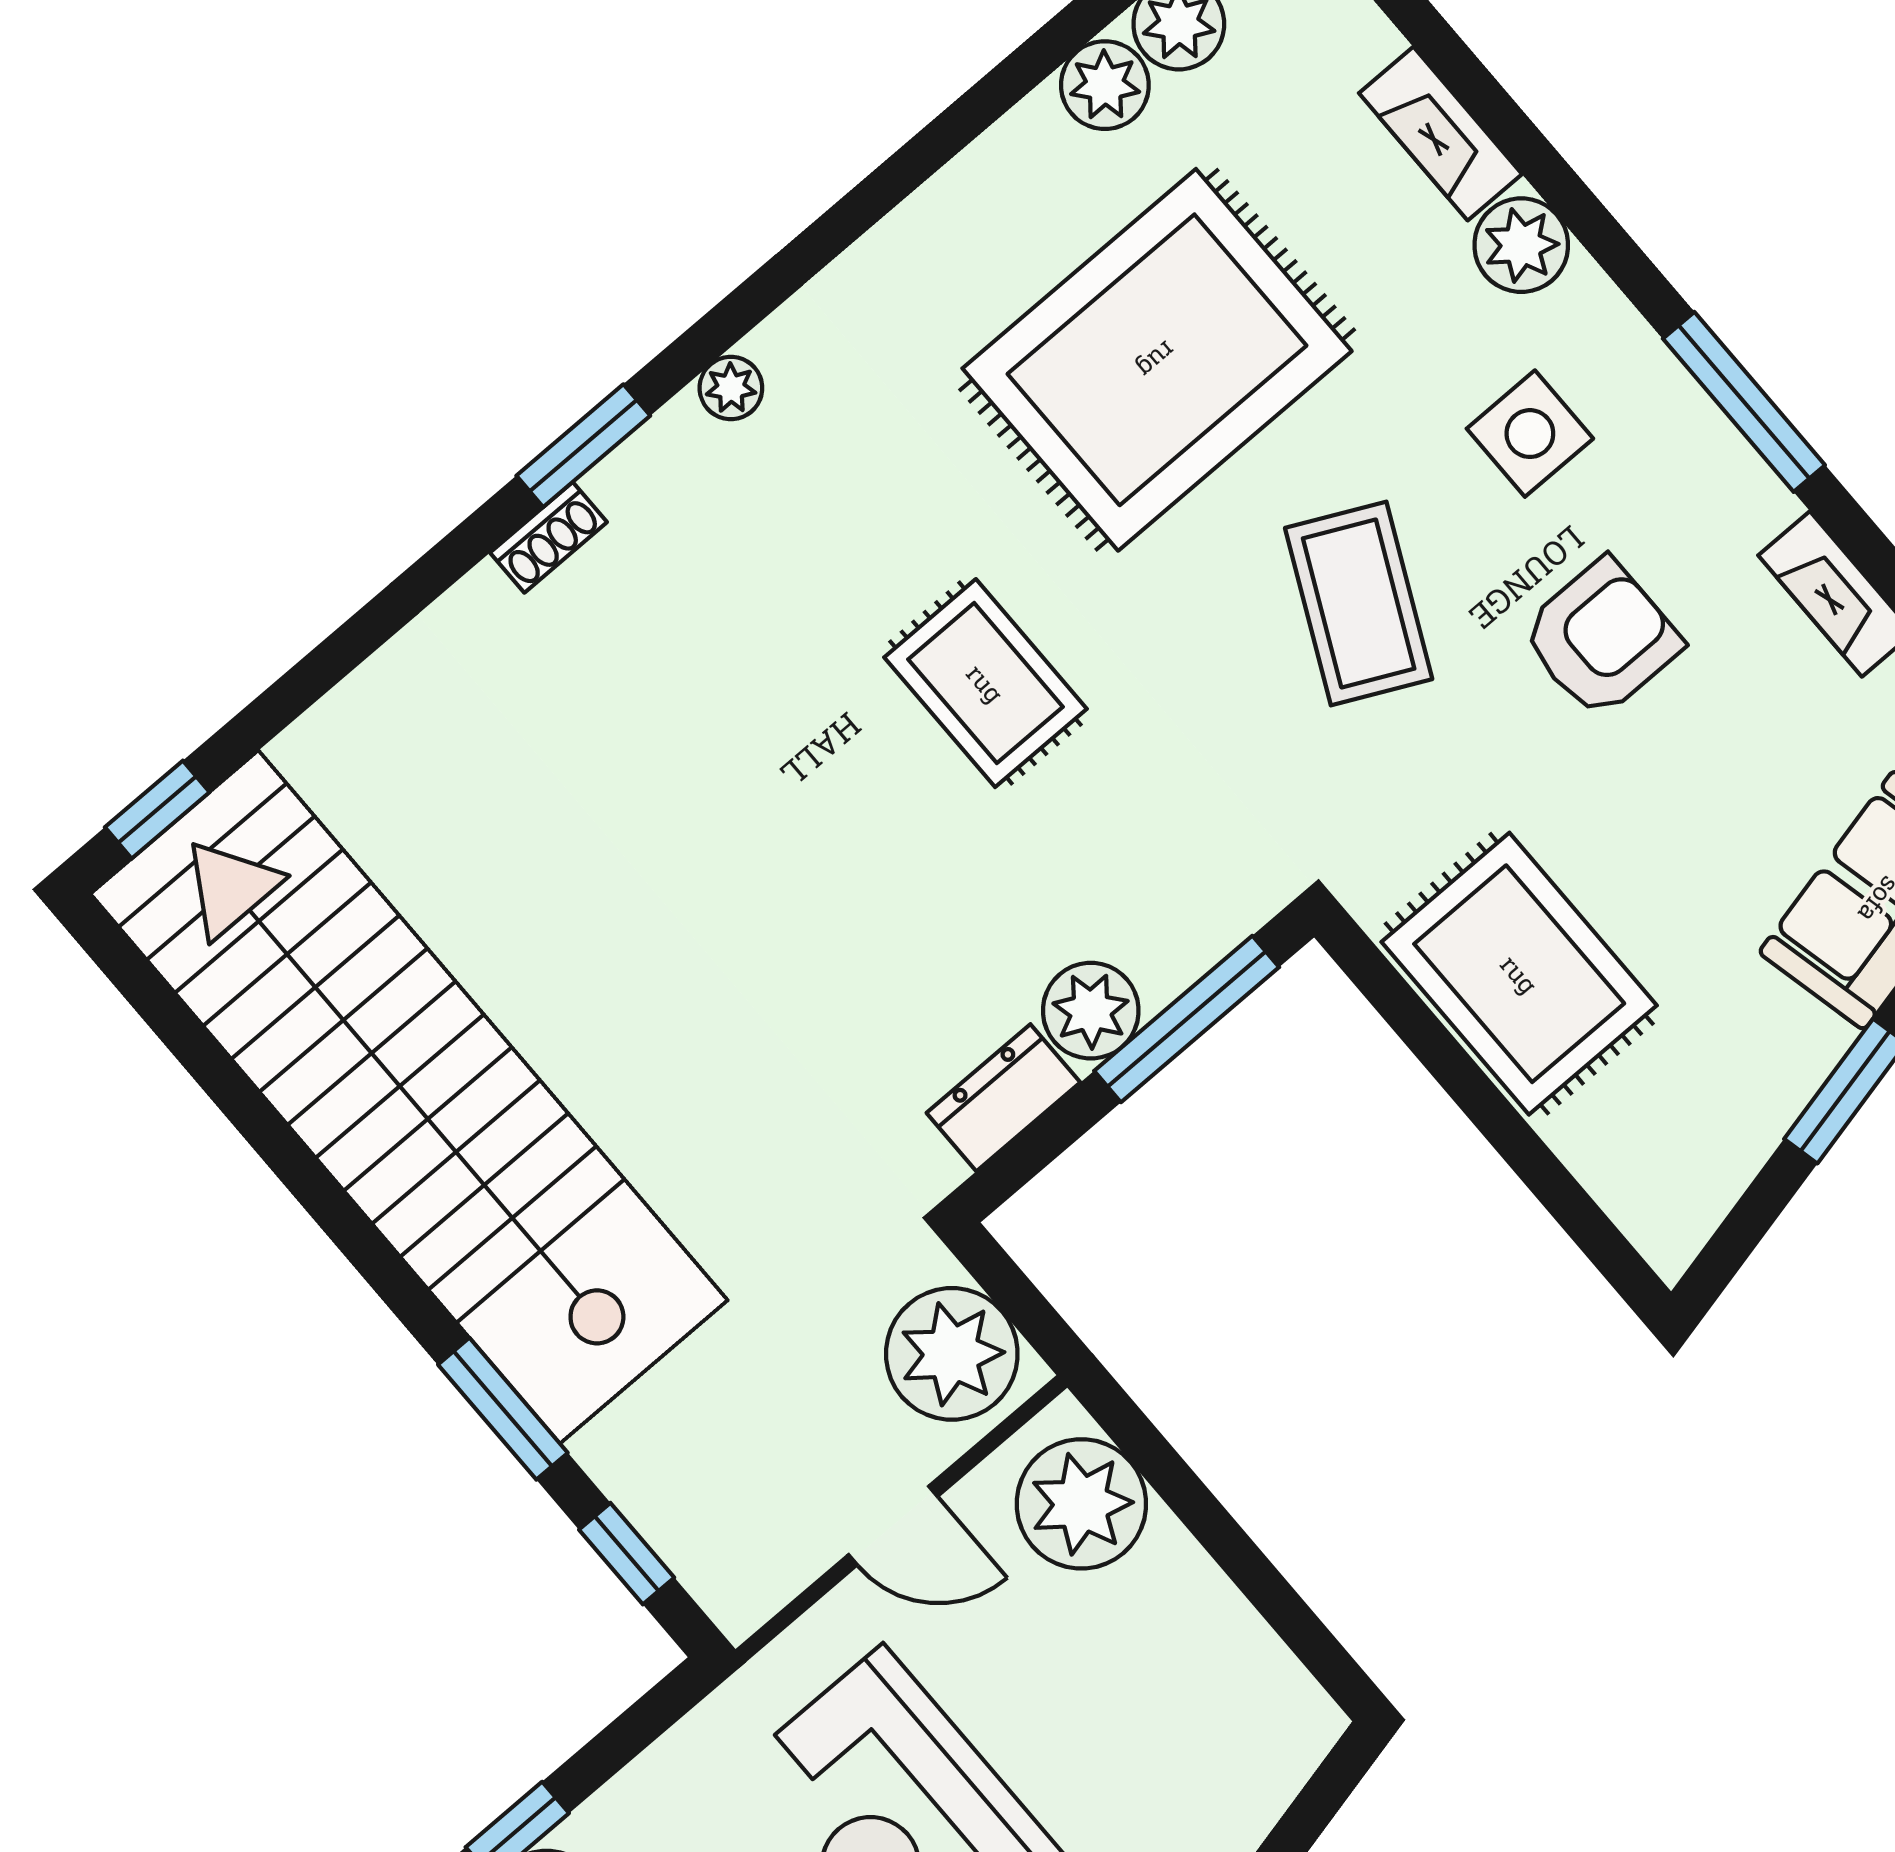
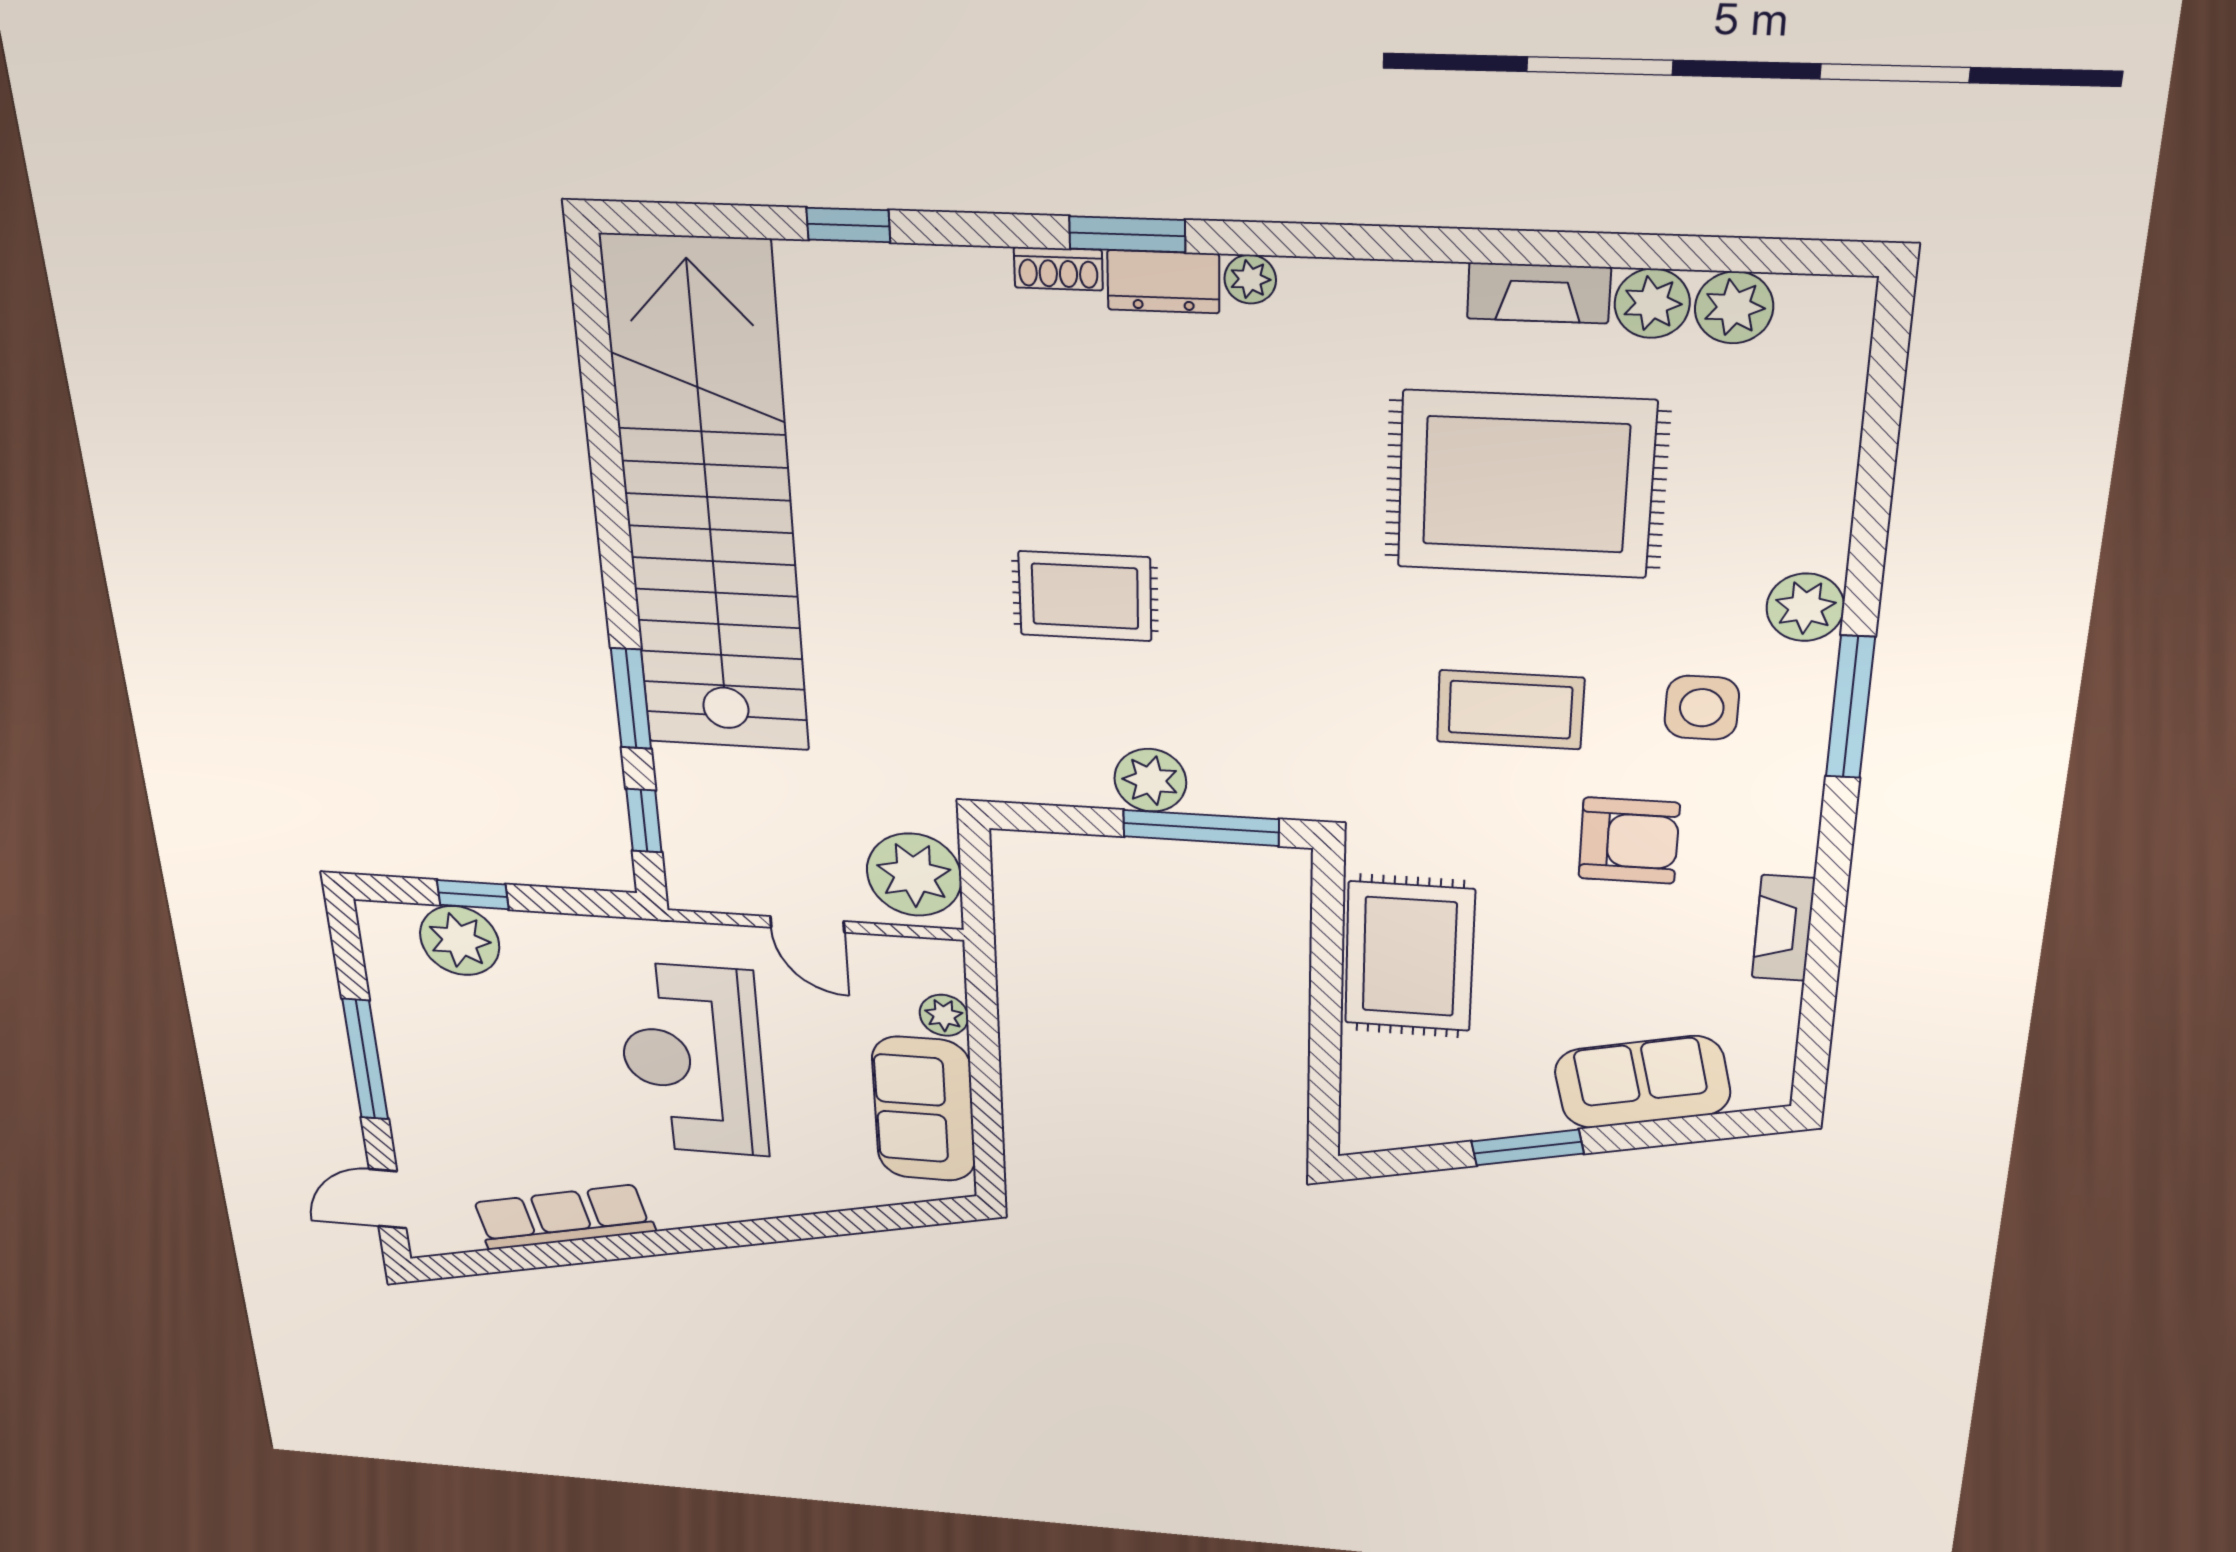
fireplace: (1441, 134) -> (1539, 293), moved, turned -90
window: (1744, 402) -> (1850, 707), moved
coffee table: (1359, 603) -> (1510, 710), turned 64
rug: (985, 683) -> (1085, 596), moved, turned 90
window: (157, 810) -> (848, 225), moved
dresser: (1003, 1098) -> (1163, 282), moved, turned 180
plant: (1081, 1504) -> (944, 1015), width x0.53, depth x0.53
sofa: (1203, 1656) -> (924, 1109), added

